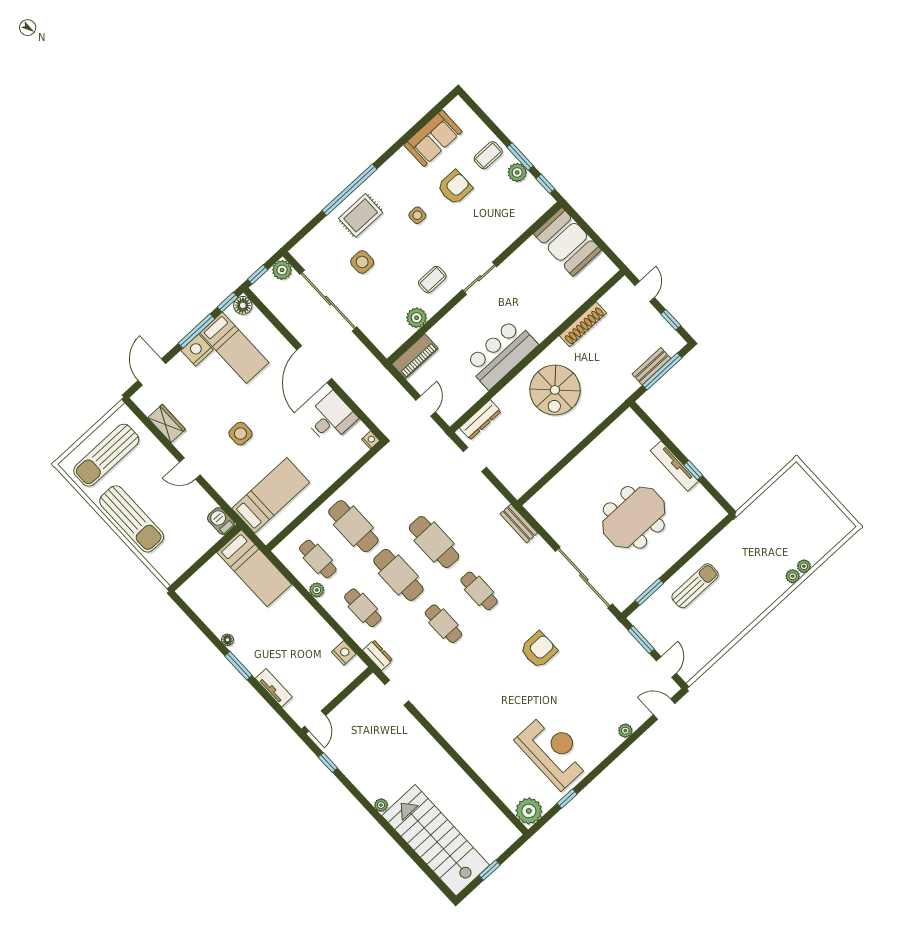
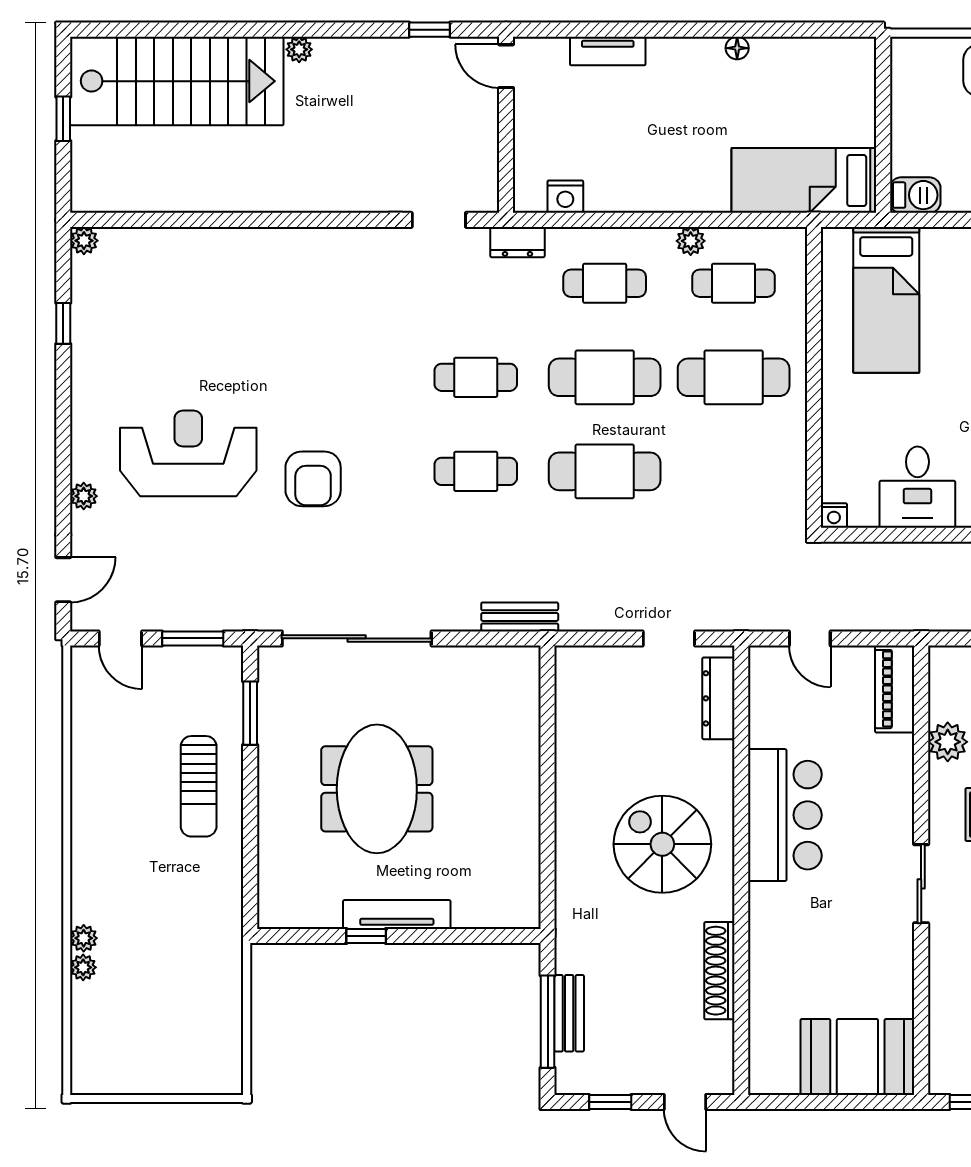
window: (238, 666) -> (686, 30), removed
reception desk: (553, 751) -> (188, 453), moved, turned 180
plant: (529, 811) -> (84, 241), width x0.53, depth x0.53

